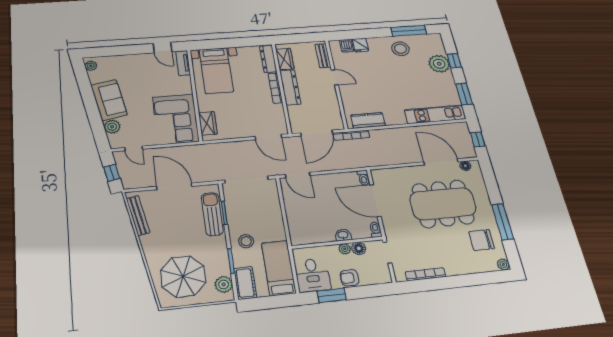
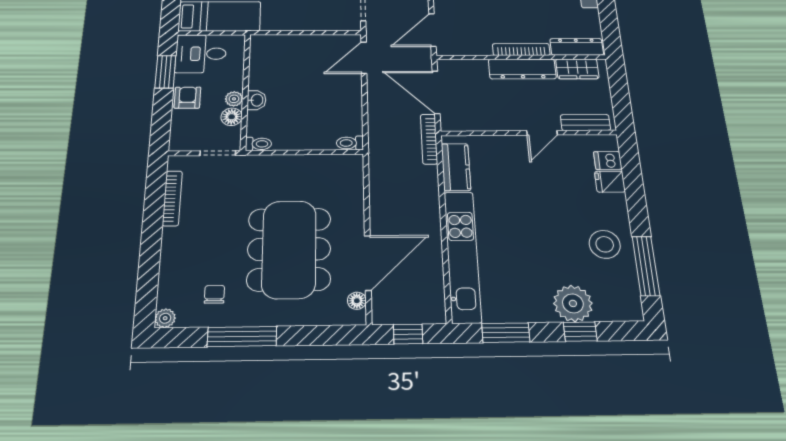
kitchen unit: (435, 114) -> (462, 256), width x1.36
door: (375, 201) -> (308, 152), removed
chair: (482, 240) -> (214, 294), width x0.54, depth x0.54

